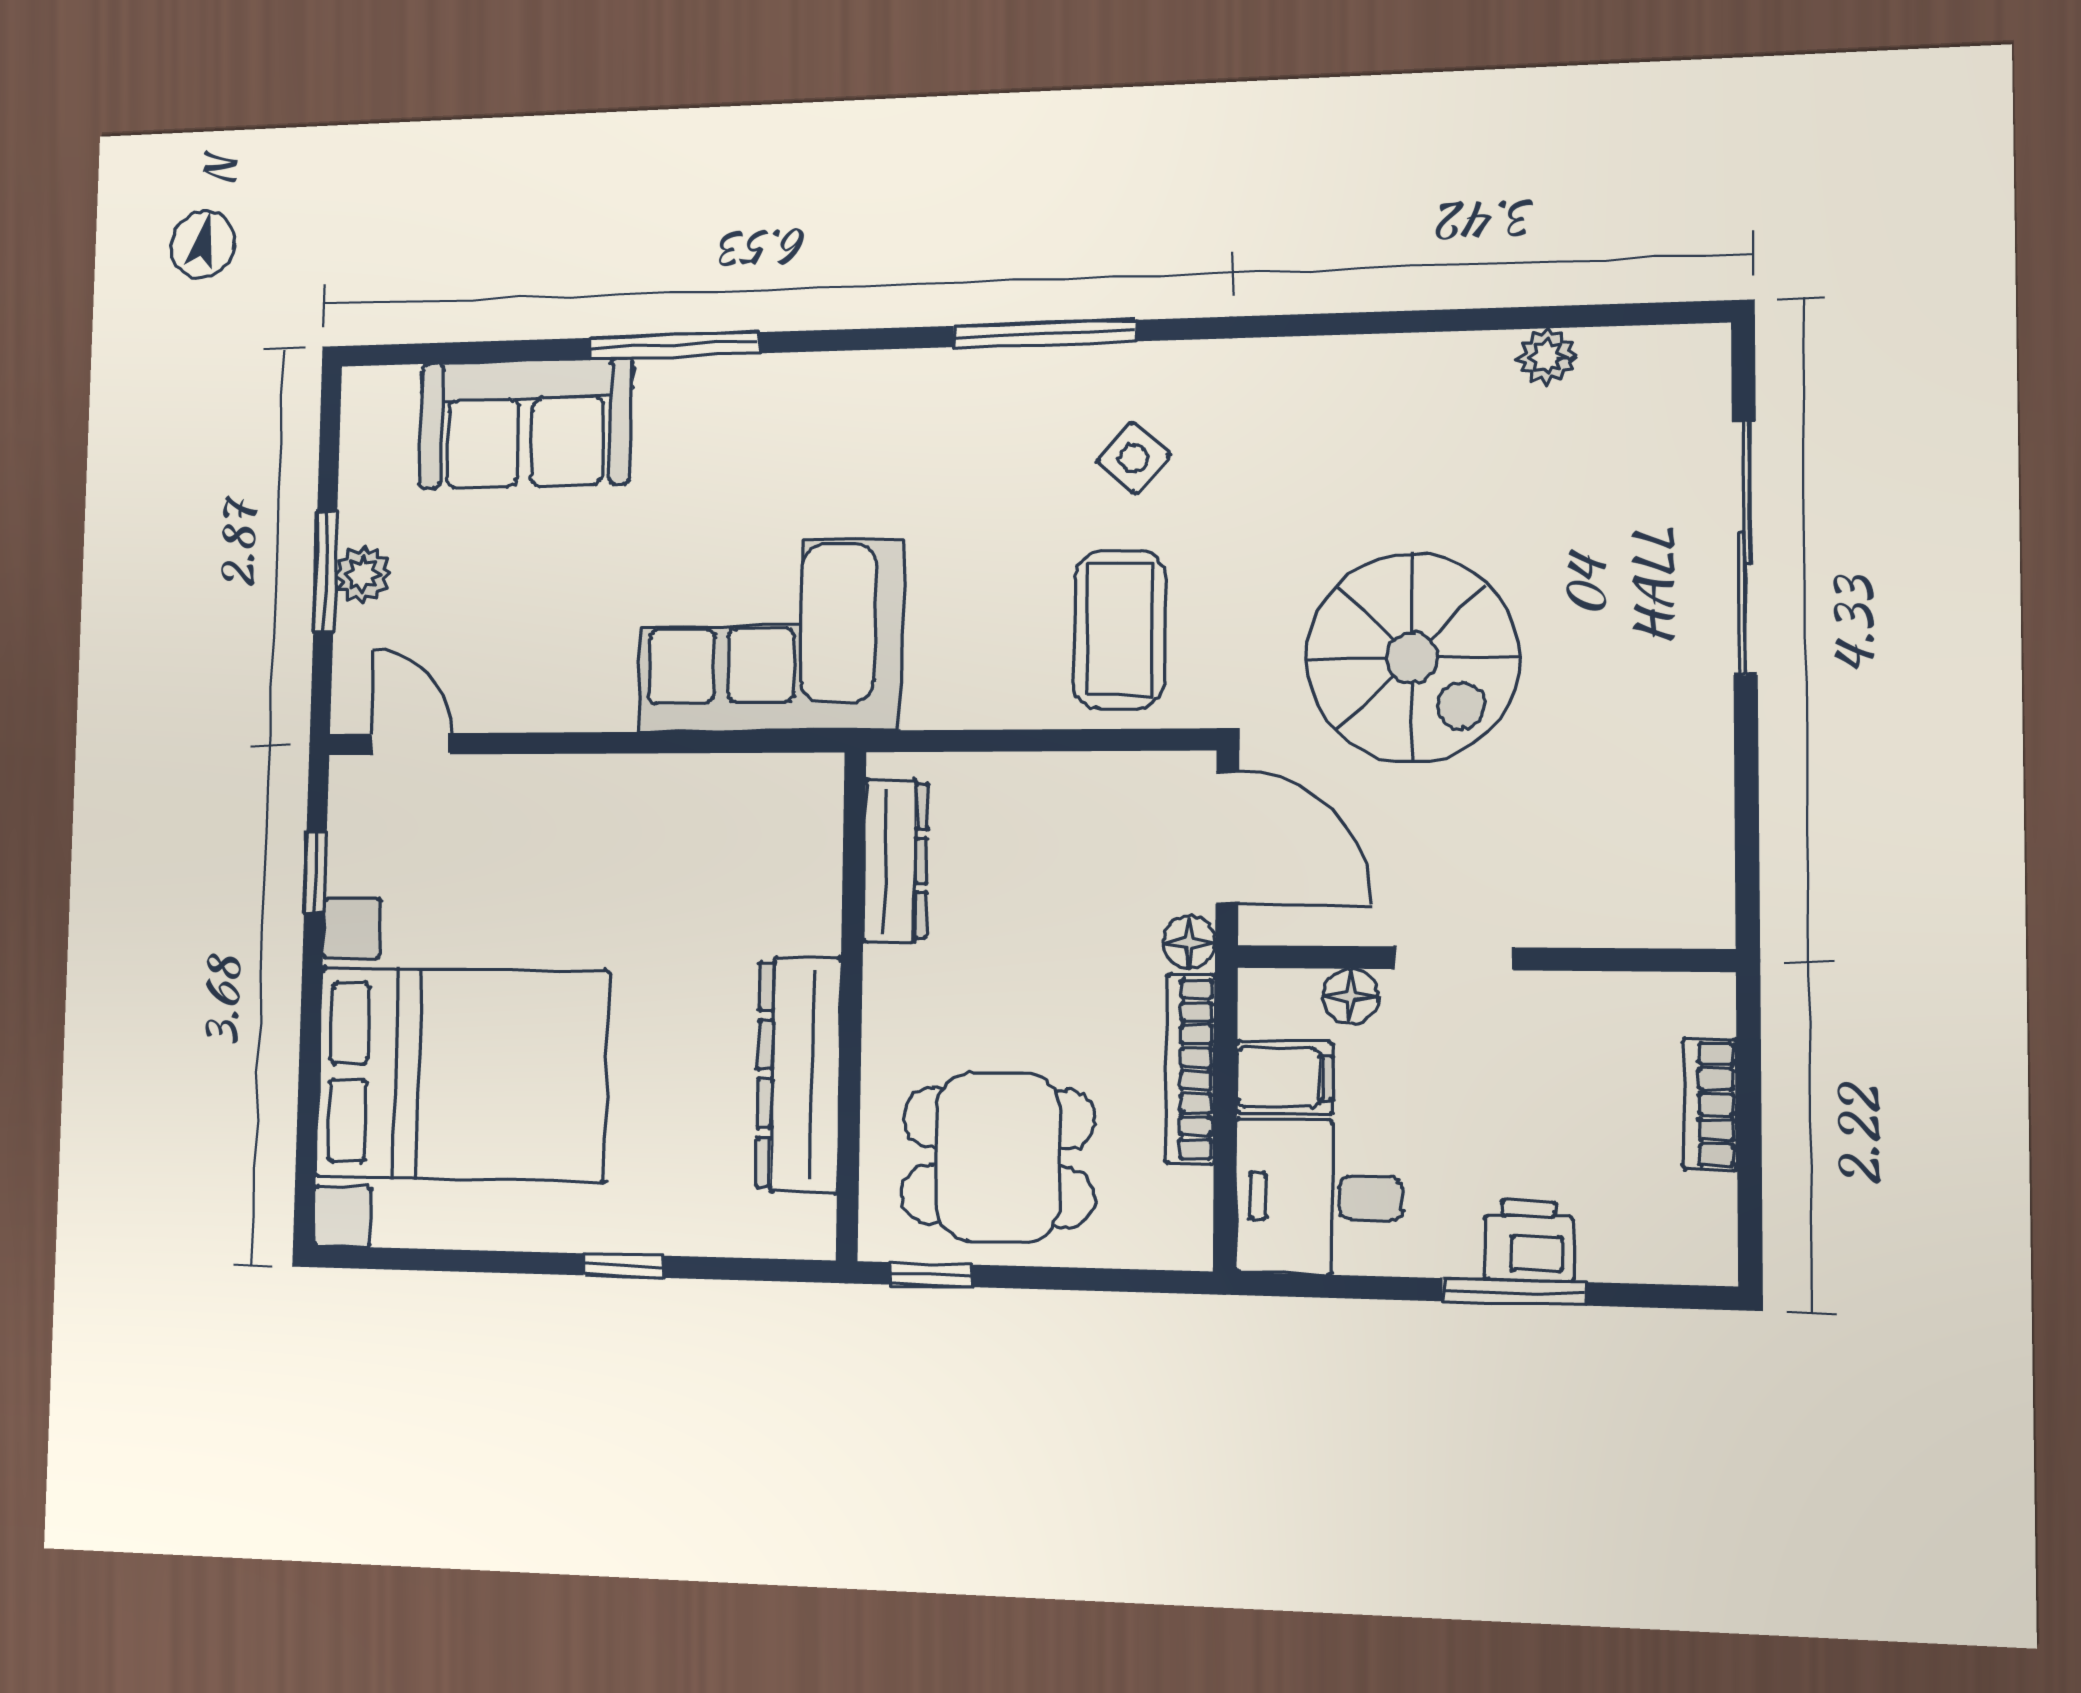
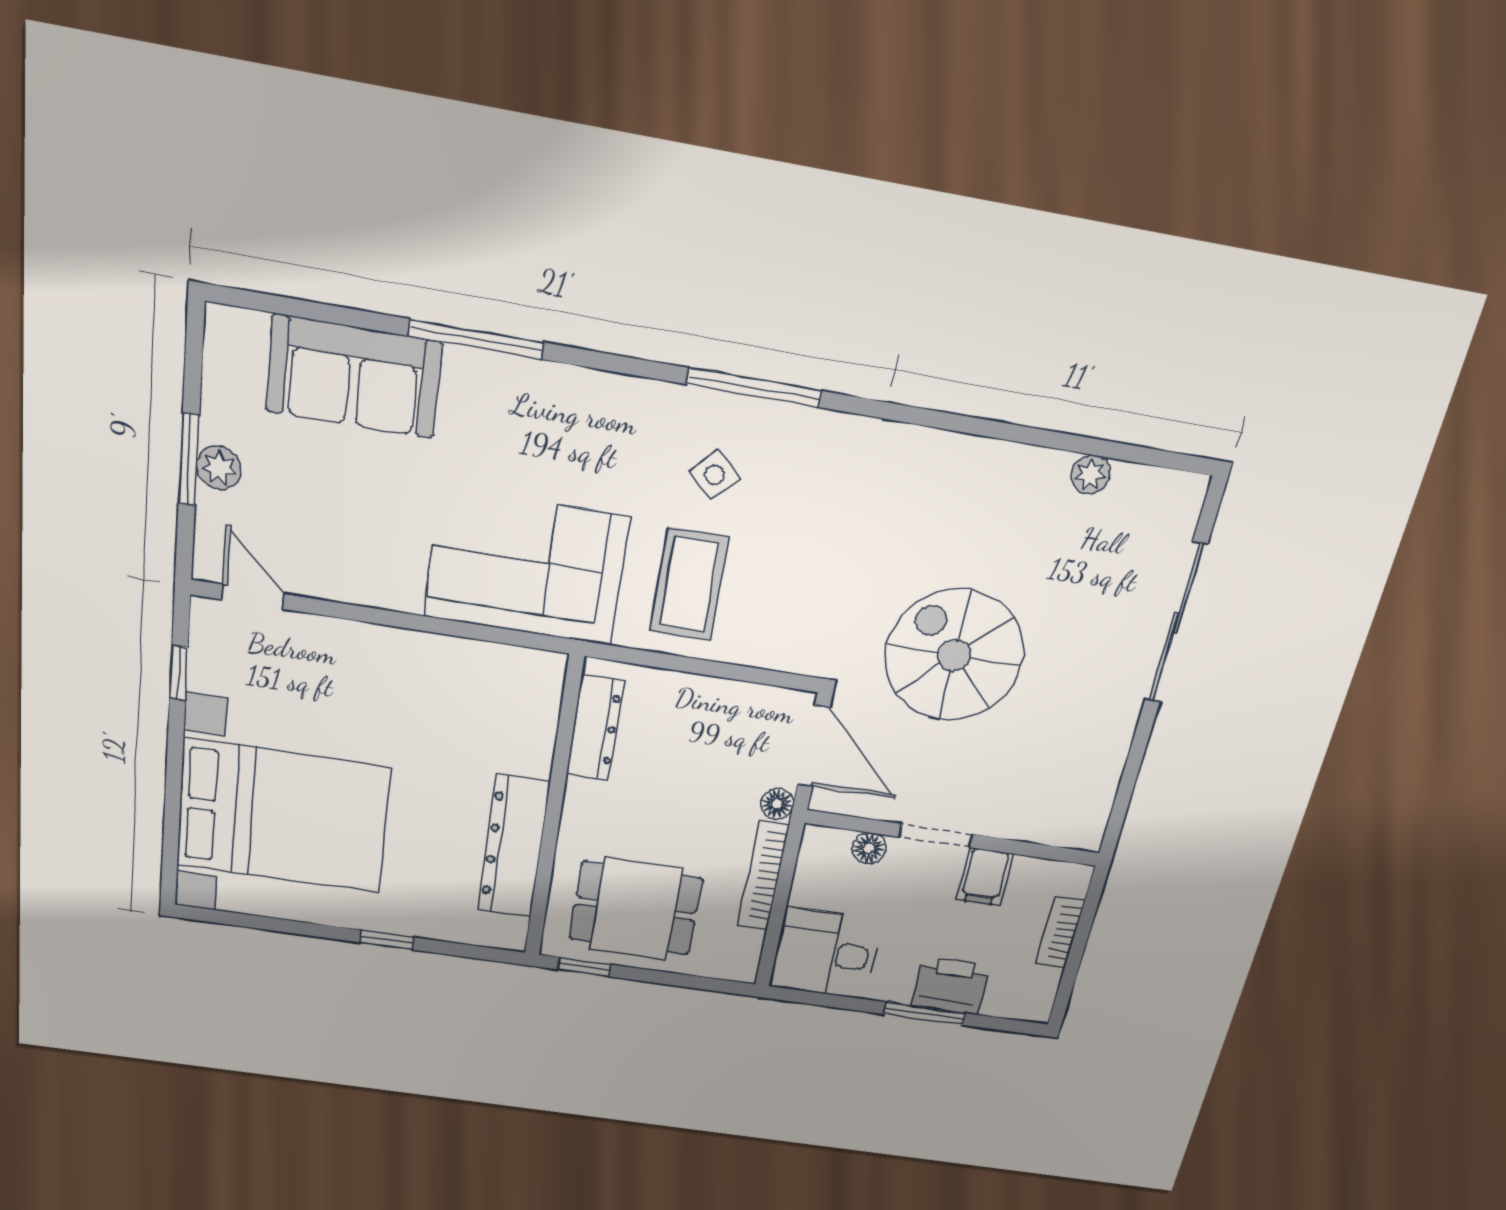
side table: (1133, 458) -> (714, 475), moved
coffee table: (1119, 629) -> (689, 584), moved
spiral stairs: (1412, 658) -> (954, 655), turned 180
filing cabinet: (1285, 1077) -> (985, 877), moved, turned 90
printer: (1529, 1240) -> (950, 986), width x1.36, depth x1.24

